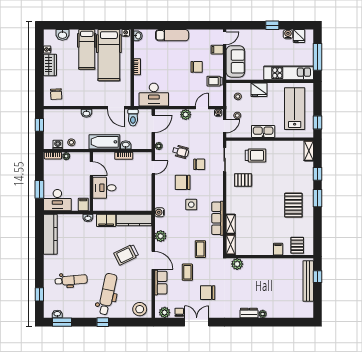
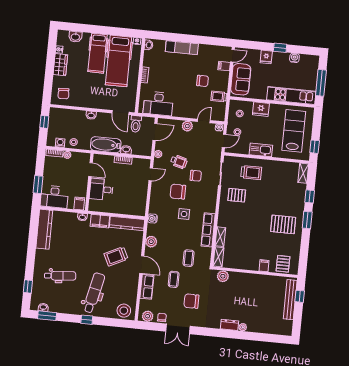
fridge: (299, 36) -> (266, 57), moved
pallet: (293, 205) -> (283, 224), turned 90
double door: (197, 322) -> (178, 329), swing flipped

